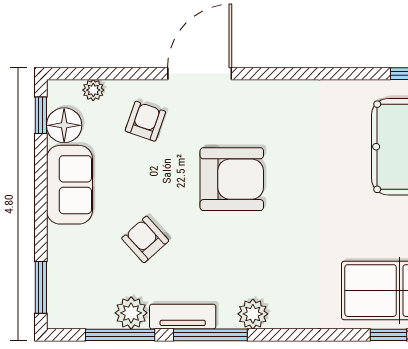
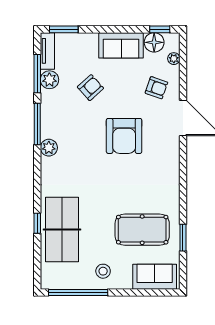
tv unit: (183, 317) -> (47, 51), moved

